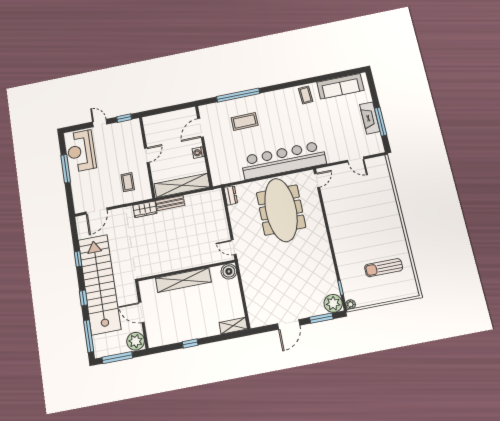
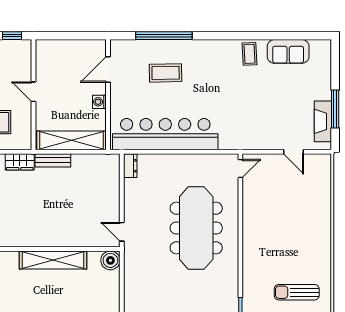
sofa: (340, 86) -> (288, 51), width x0.73
fireplace: (370, 118) -> (323, 121), moved
door: (147, 155) -> (33, 92), swing flipped
bar counter: (283, 160) -> (165, 134), moved
meeting table: (281, 210) -> (196, 228), moved

